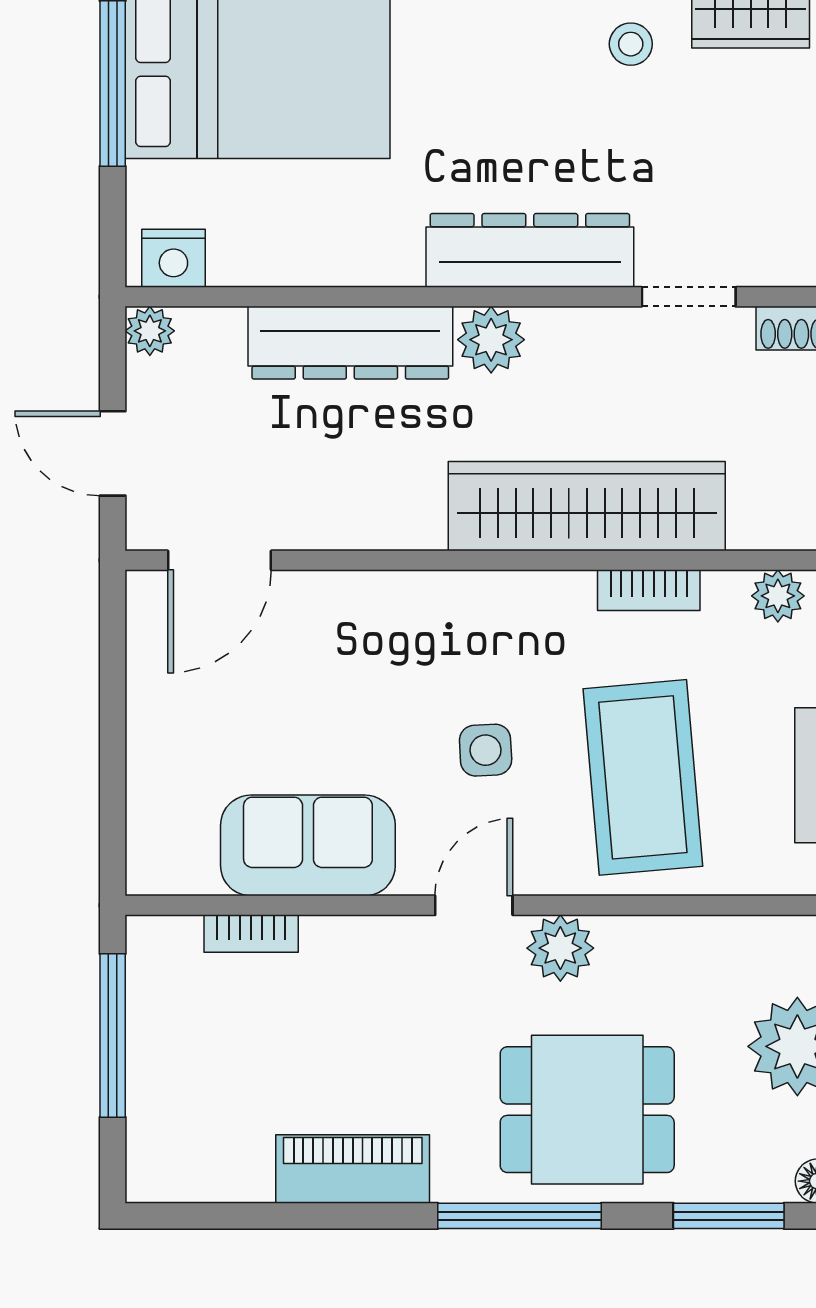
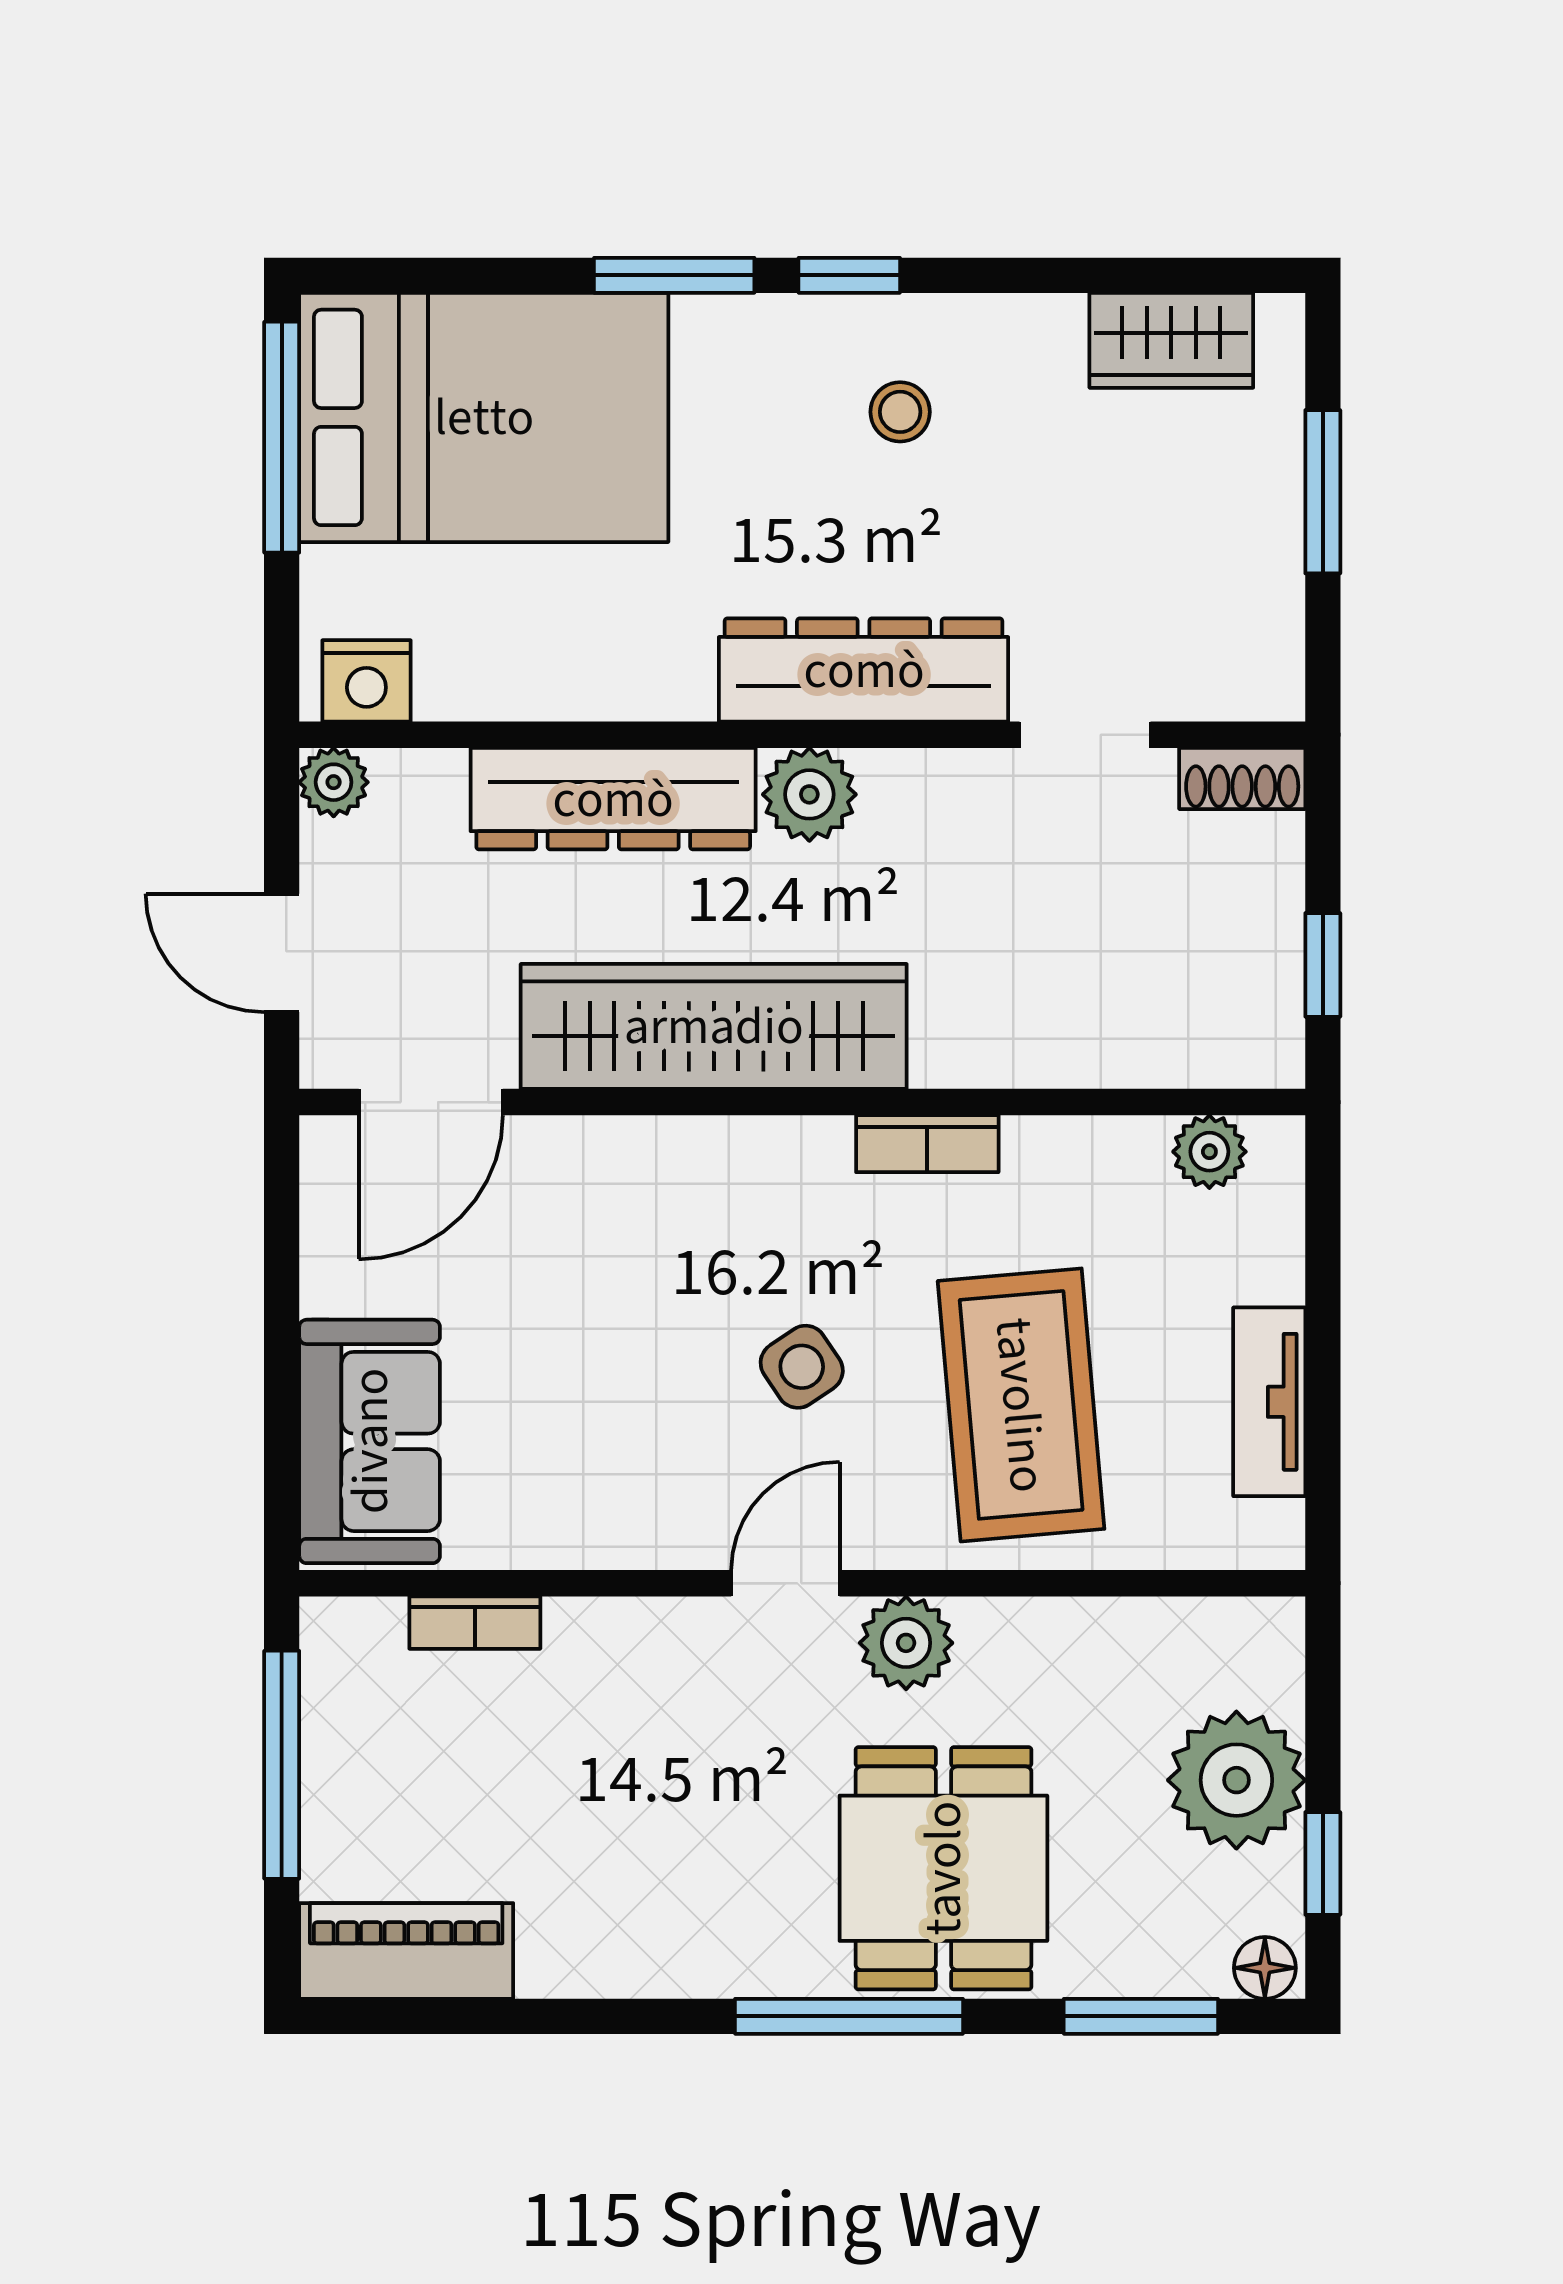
stool: (631, 44) -> (900, 412), moved
wardrobe: (587, 506) -> (714, 1026), moved
bookcase: (649, 590) -> (927, 1144), moved
side table: (486, 750) -> (802, 1367), turned -31
sofa: (308, 845) -> (370, 1441), moved, turned 90
dining table: (587, 1110) -> (943, 1868), turned 90
piano: (353, 1169) -> (406, 1951), moved

